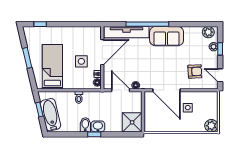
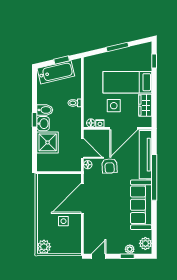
wardrobe: (81, 32) -> (145, 105), added
sofa: (167, 36) -> (141, 205), width x1.36
door: (102, 52) -> (124, 128), hinge flipped
bed: (52, 67) -> (127, 82), moved, turned 180
armchair: (195, 71) -> (110, 166), moved
door: (121, 90) -> (82, 148), hinge flipped
shower: (132, 122) -> (48, 142), moved

